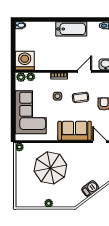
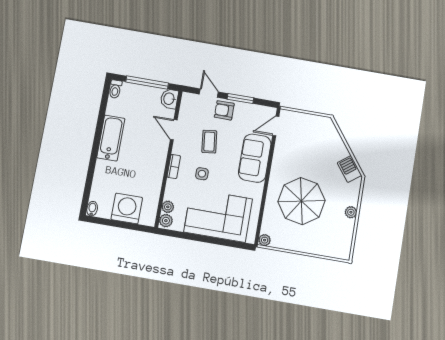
washing machine: (25, 61) -> (127, 208), moved, turned 90
barbecue: (90, 189) -> (349, 169), moved

